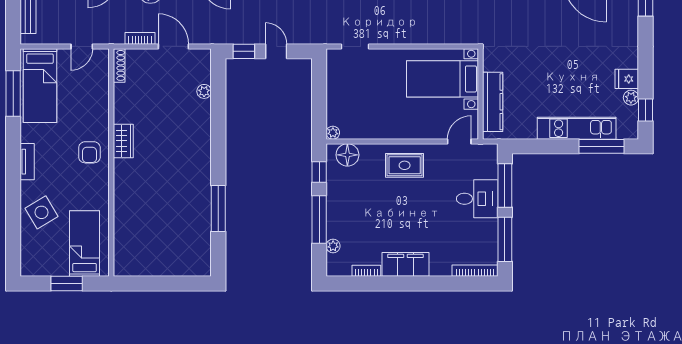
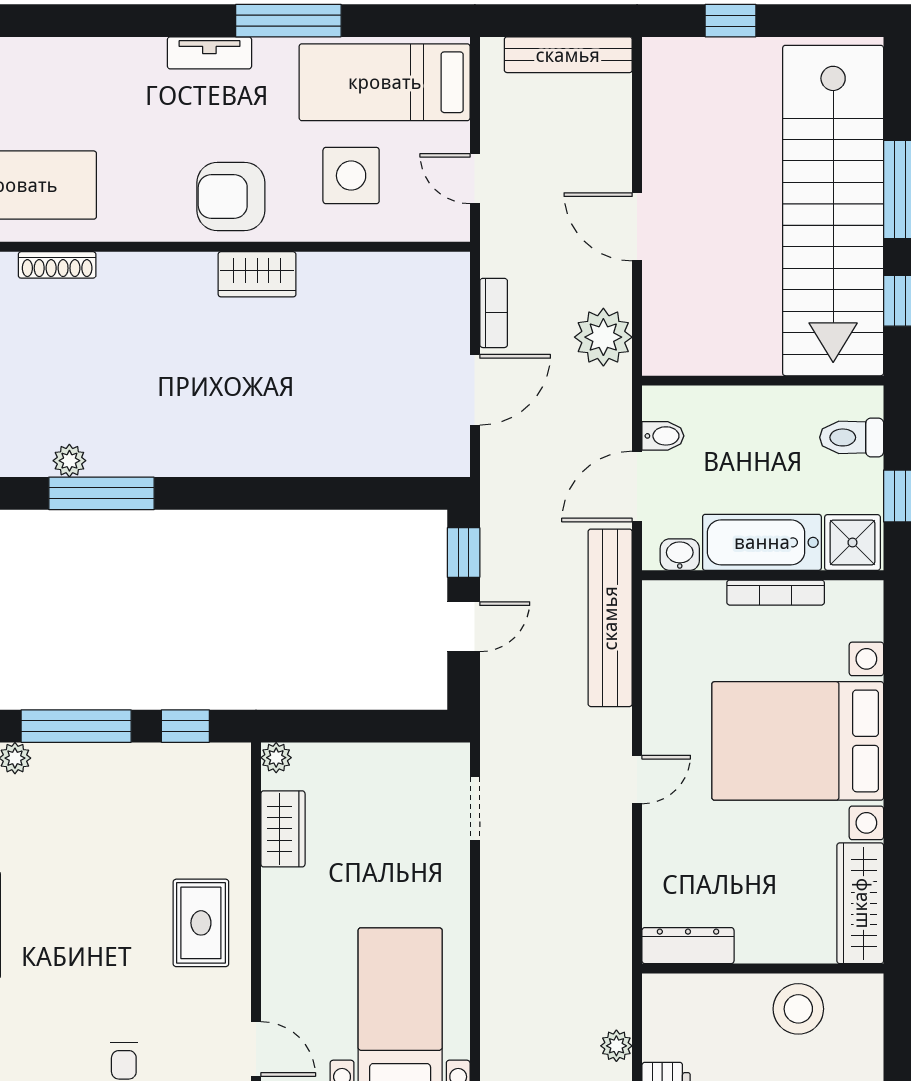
shoe rack: (119, 65) -> (57, 265), moved
plant: (204, 91) -> (69, 461), moved
window: (13, 94) -> (288, 21), moved
wardrobe: (364, 130) -> (283, 829), added
armchair: (89, 152) -> (231, 196), width x1.38, depth x1.38
floor lamp: (347, 155) -> (225, 791), removed
side table: (41, 212) -> (351, 176), moved, turned 31

